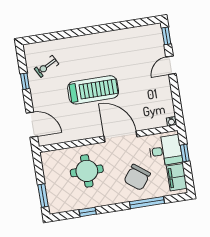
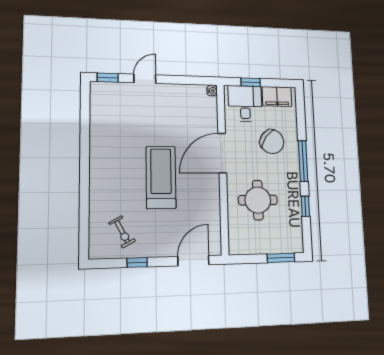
door: (171, 65) -> (145, 79), swing flipped
window: (147, 203) -> (303, 161), moved

